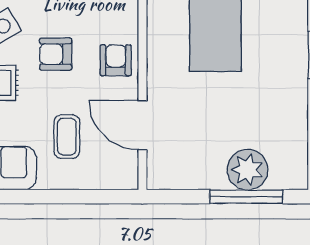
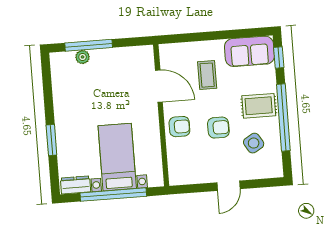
armchair: (116, 60) -> (179, 127), turned -90
plant: (248, 170) -> (83, 57), width x0.53, depth x0.53

